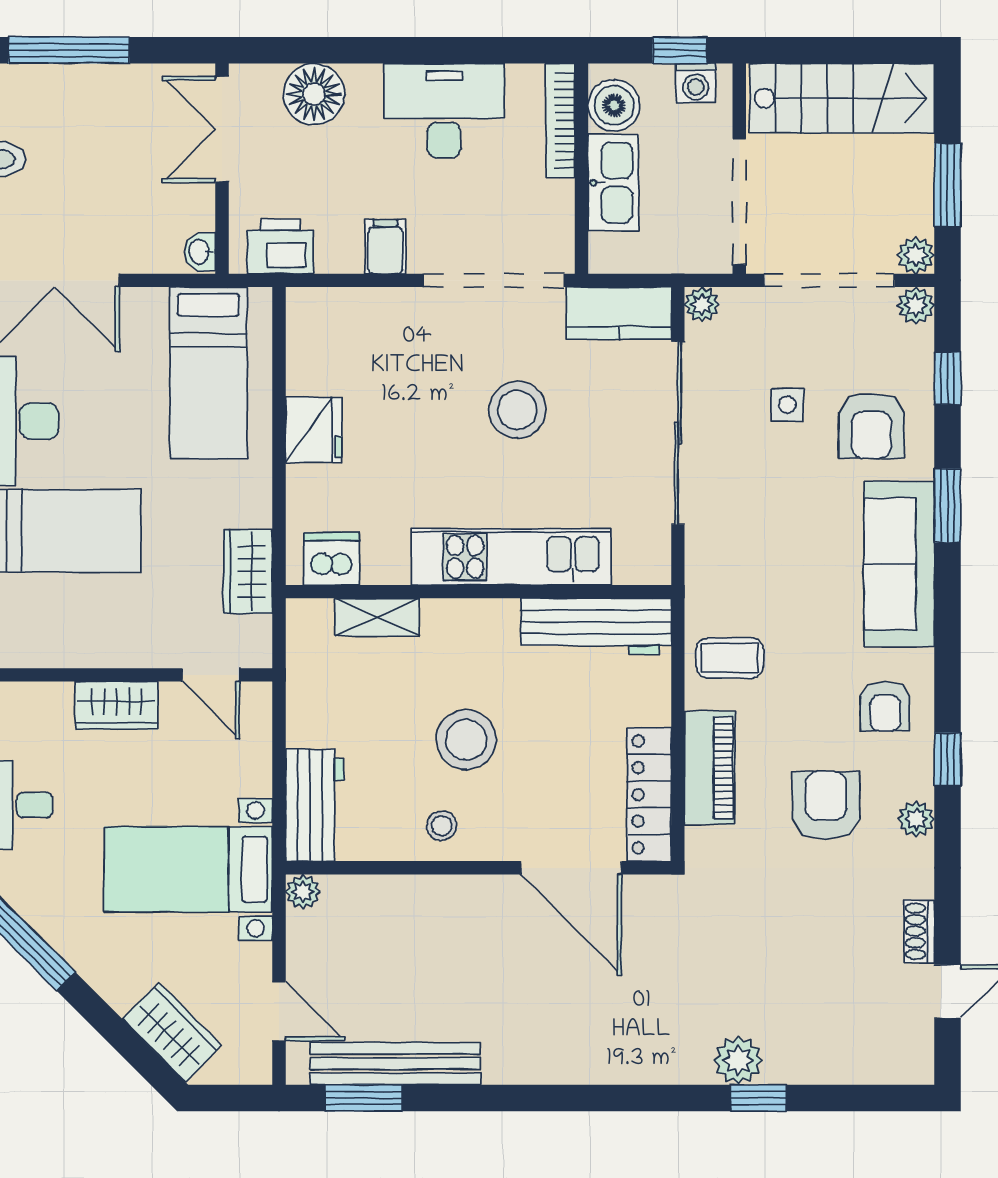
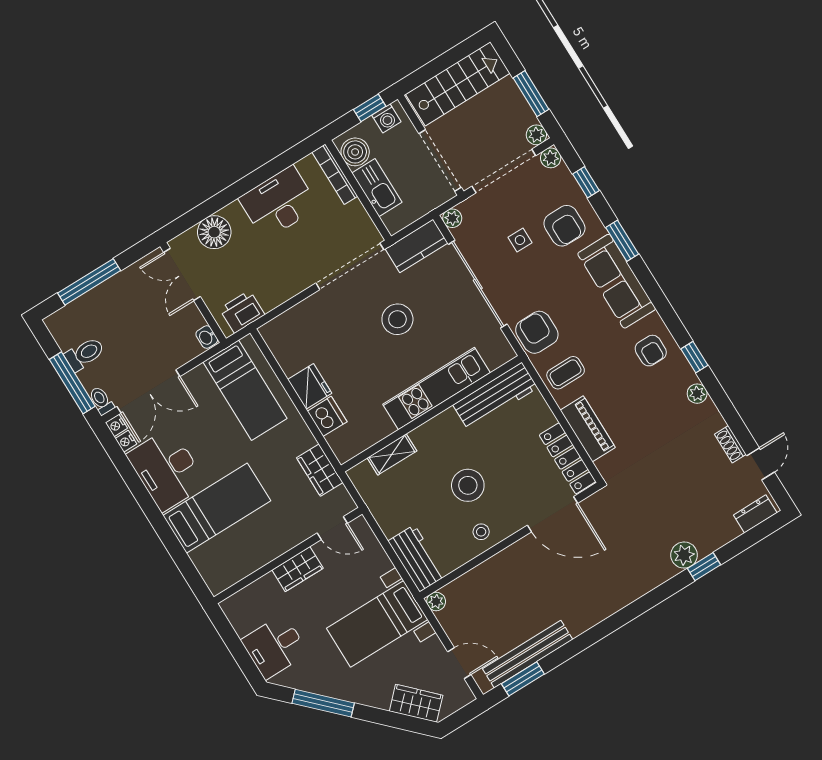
filing cabinet: (385, 247) -> (290, 282), removed
dishwasher: (332, 559) -> (327, 416), moved, turned 90
armchair: (826, 805) -> (537, 332), moved
dresser: (890, 1065) -> (755, 514), added

